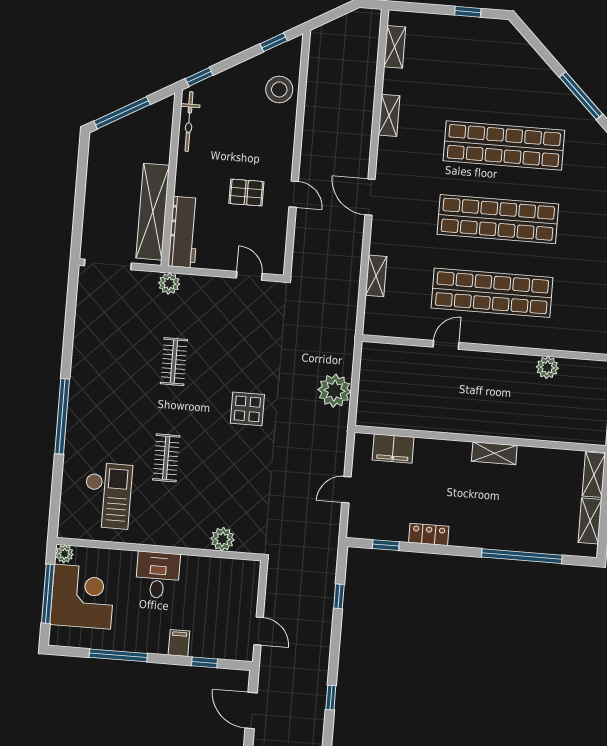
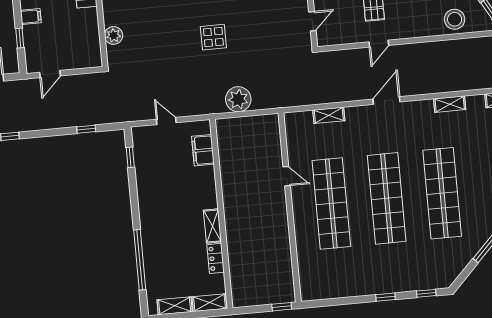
plant: (547, 367) -> (283, 254), removed
locker: (429, 534) -> (216, 258), moved, turned 180

